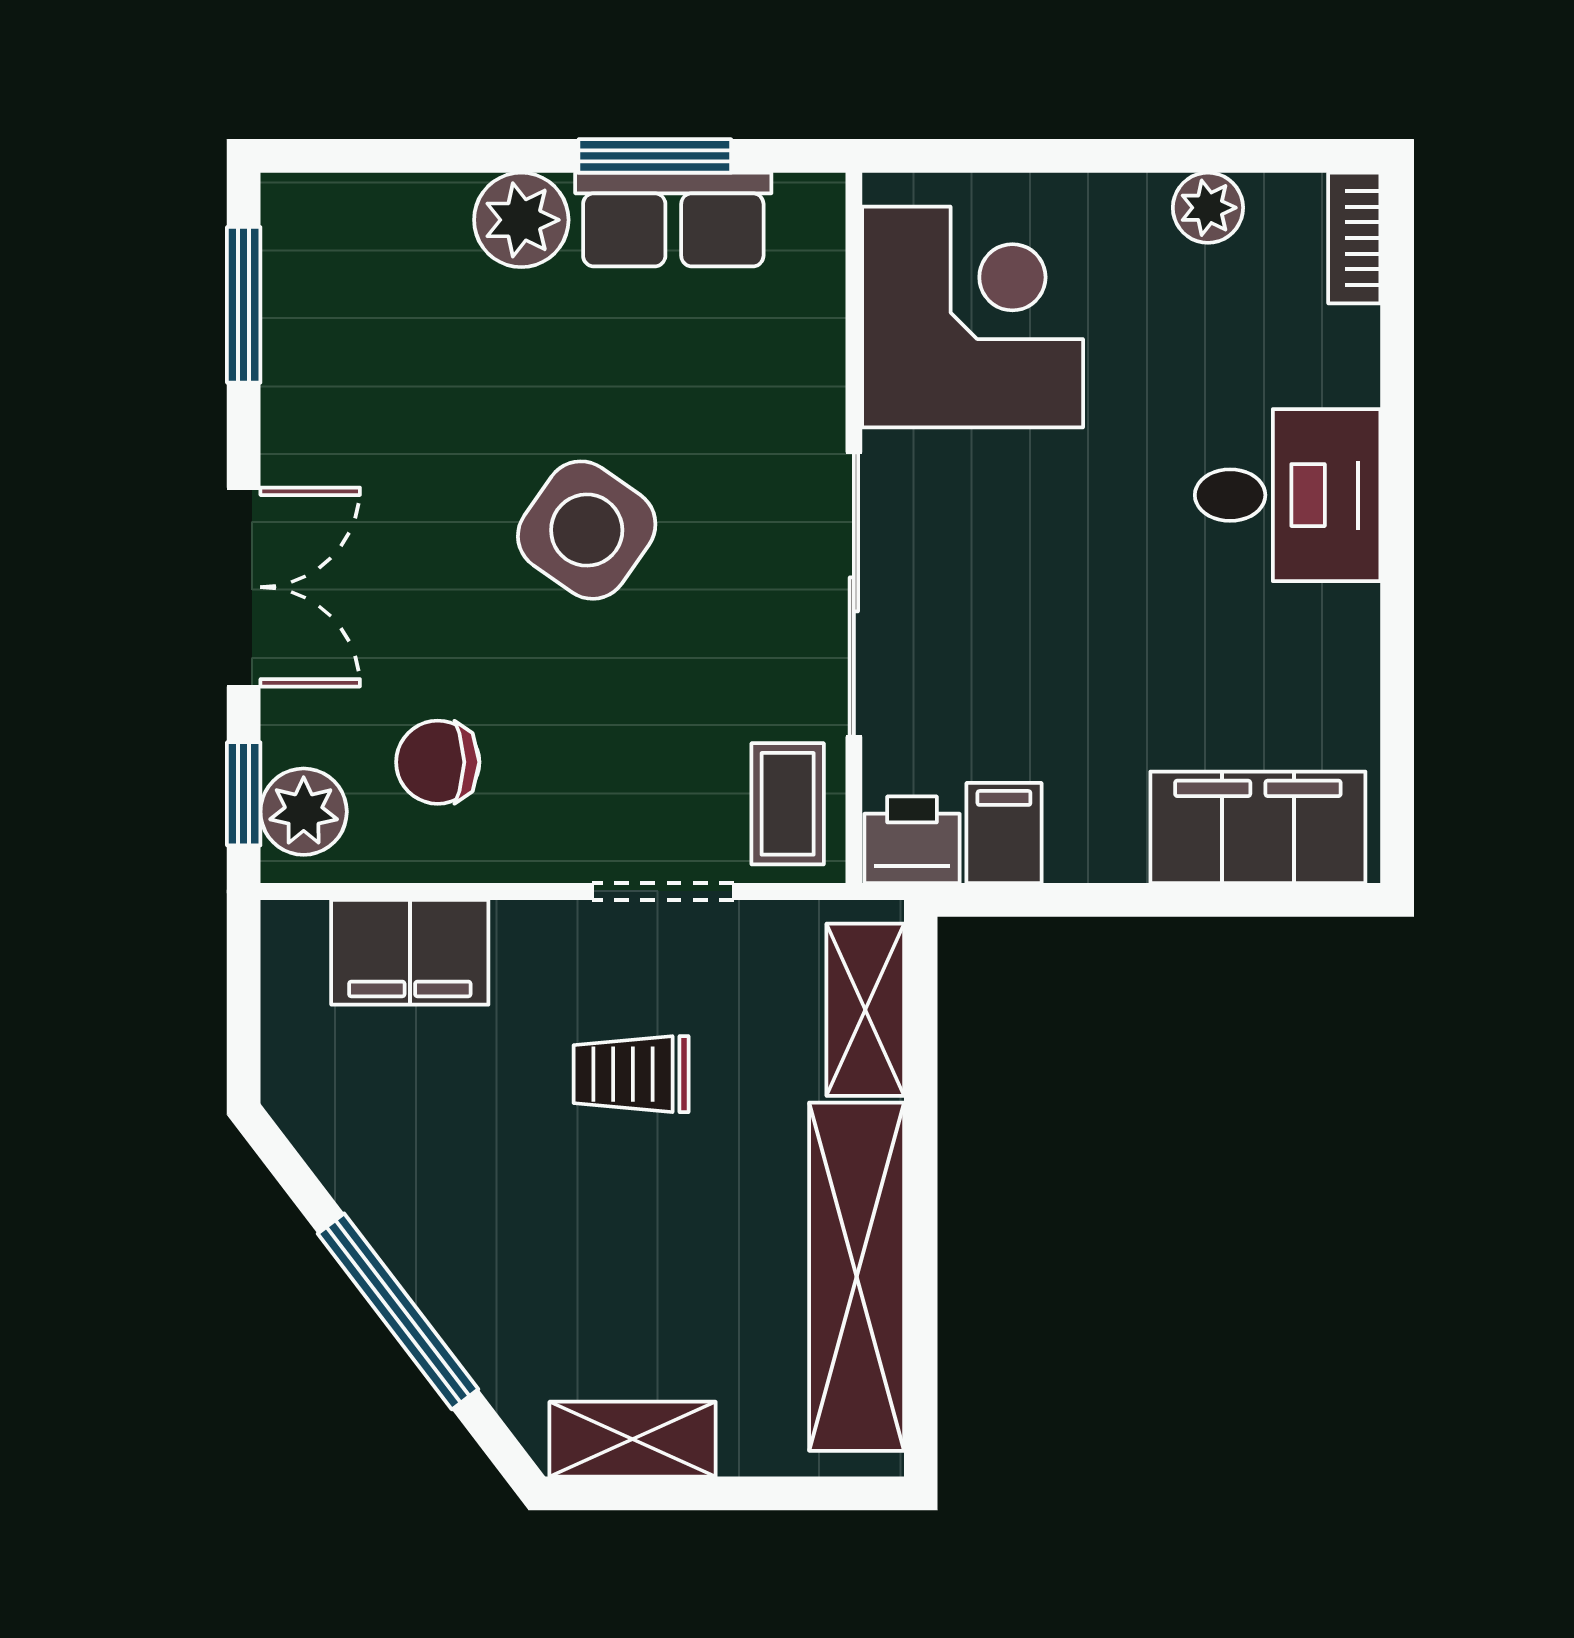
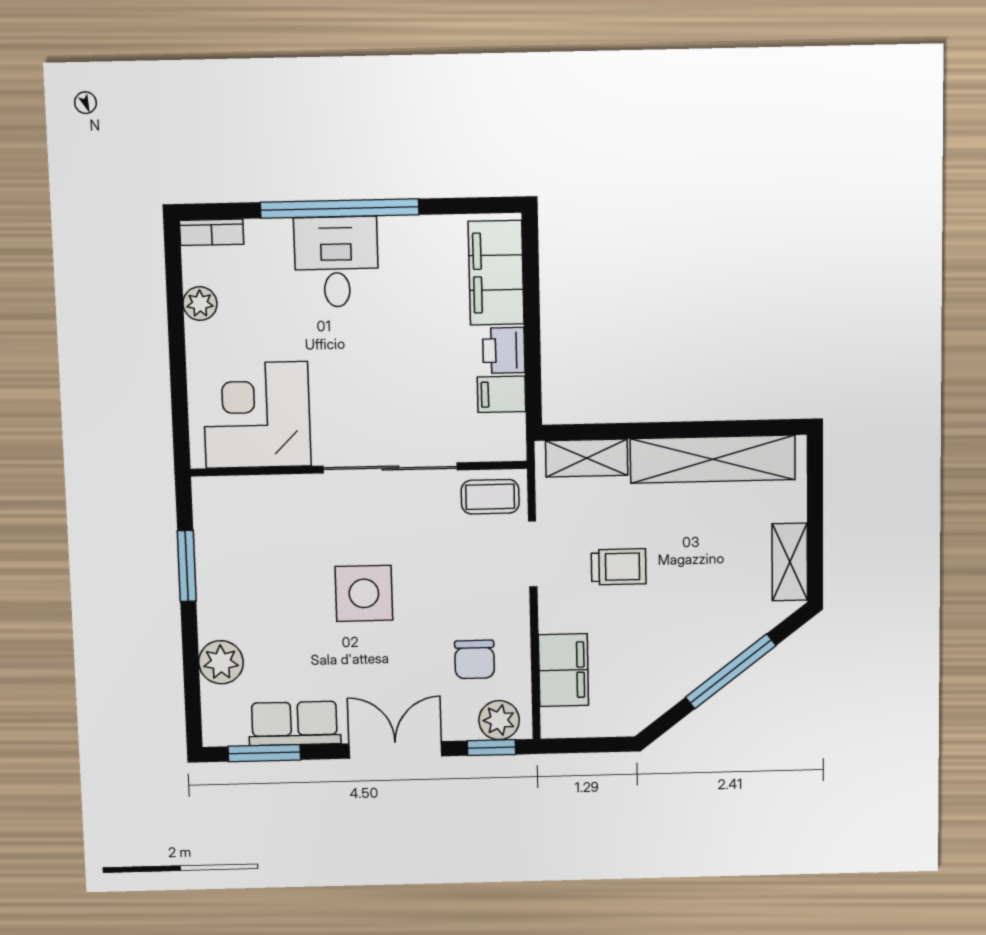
plant: (521, 220) -> (221, 662), moved
row of seats: (673, 220) -> (294, 723), moved, turned -90
window: (1397, 506) -> (340, 209), added
side table: (587, 530) -> (364, 593), turned -35
printer: (912, 840) -> (504, 350), moved
trolley: (631, 1074) -> (619, 567), turned -90

